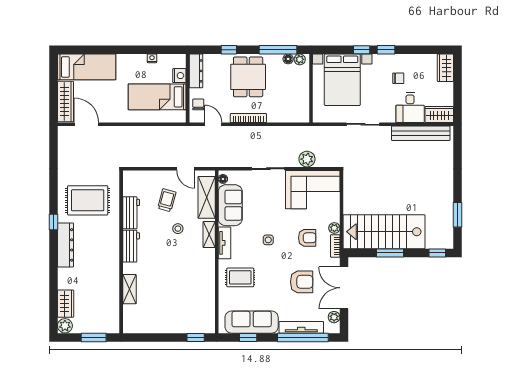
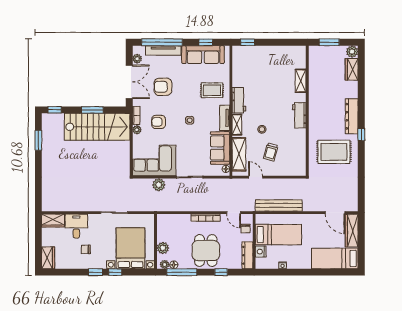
plant: (302, 80) -> (163, 248), added
bench: (421, 133) -> (279, 205), moved
workbench: (131, 213) -> (239, 100), moved, turned 180

